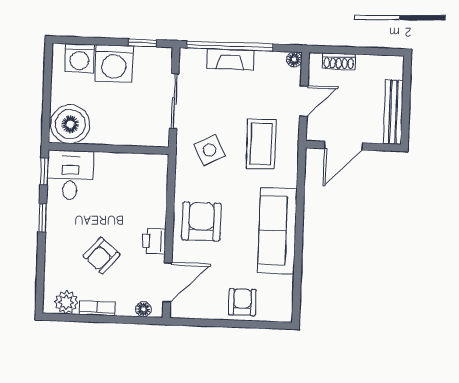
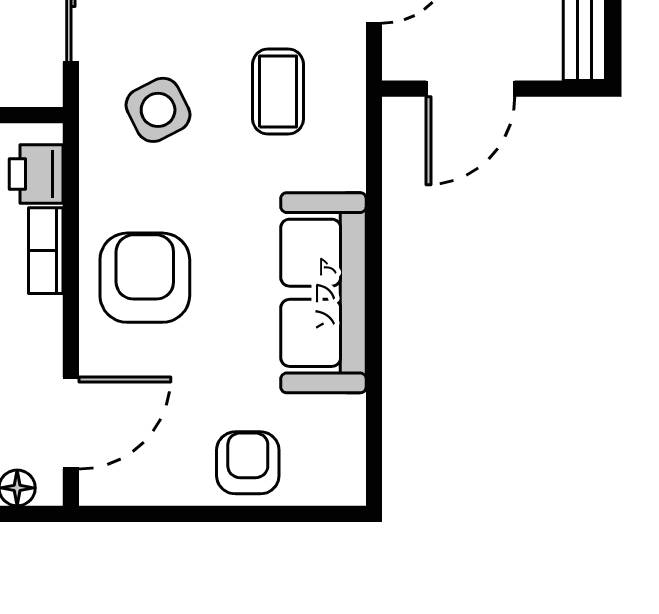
coffee table: (261, 144) -> (278, 92), width x0.73, depth x0.77
bookcase: (159, 208) -> (46, 251), added
printer: (154, 241) -> (36, 174), moved

